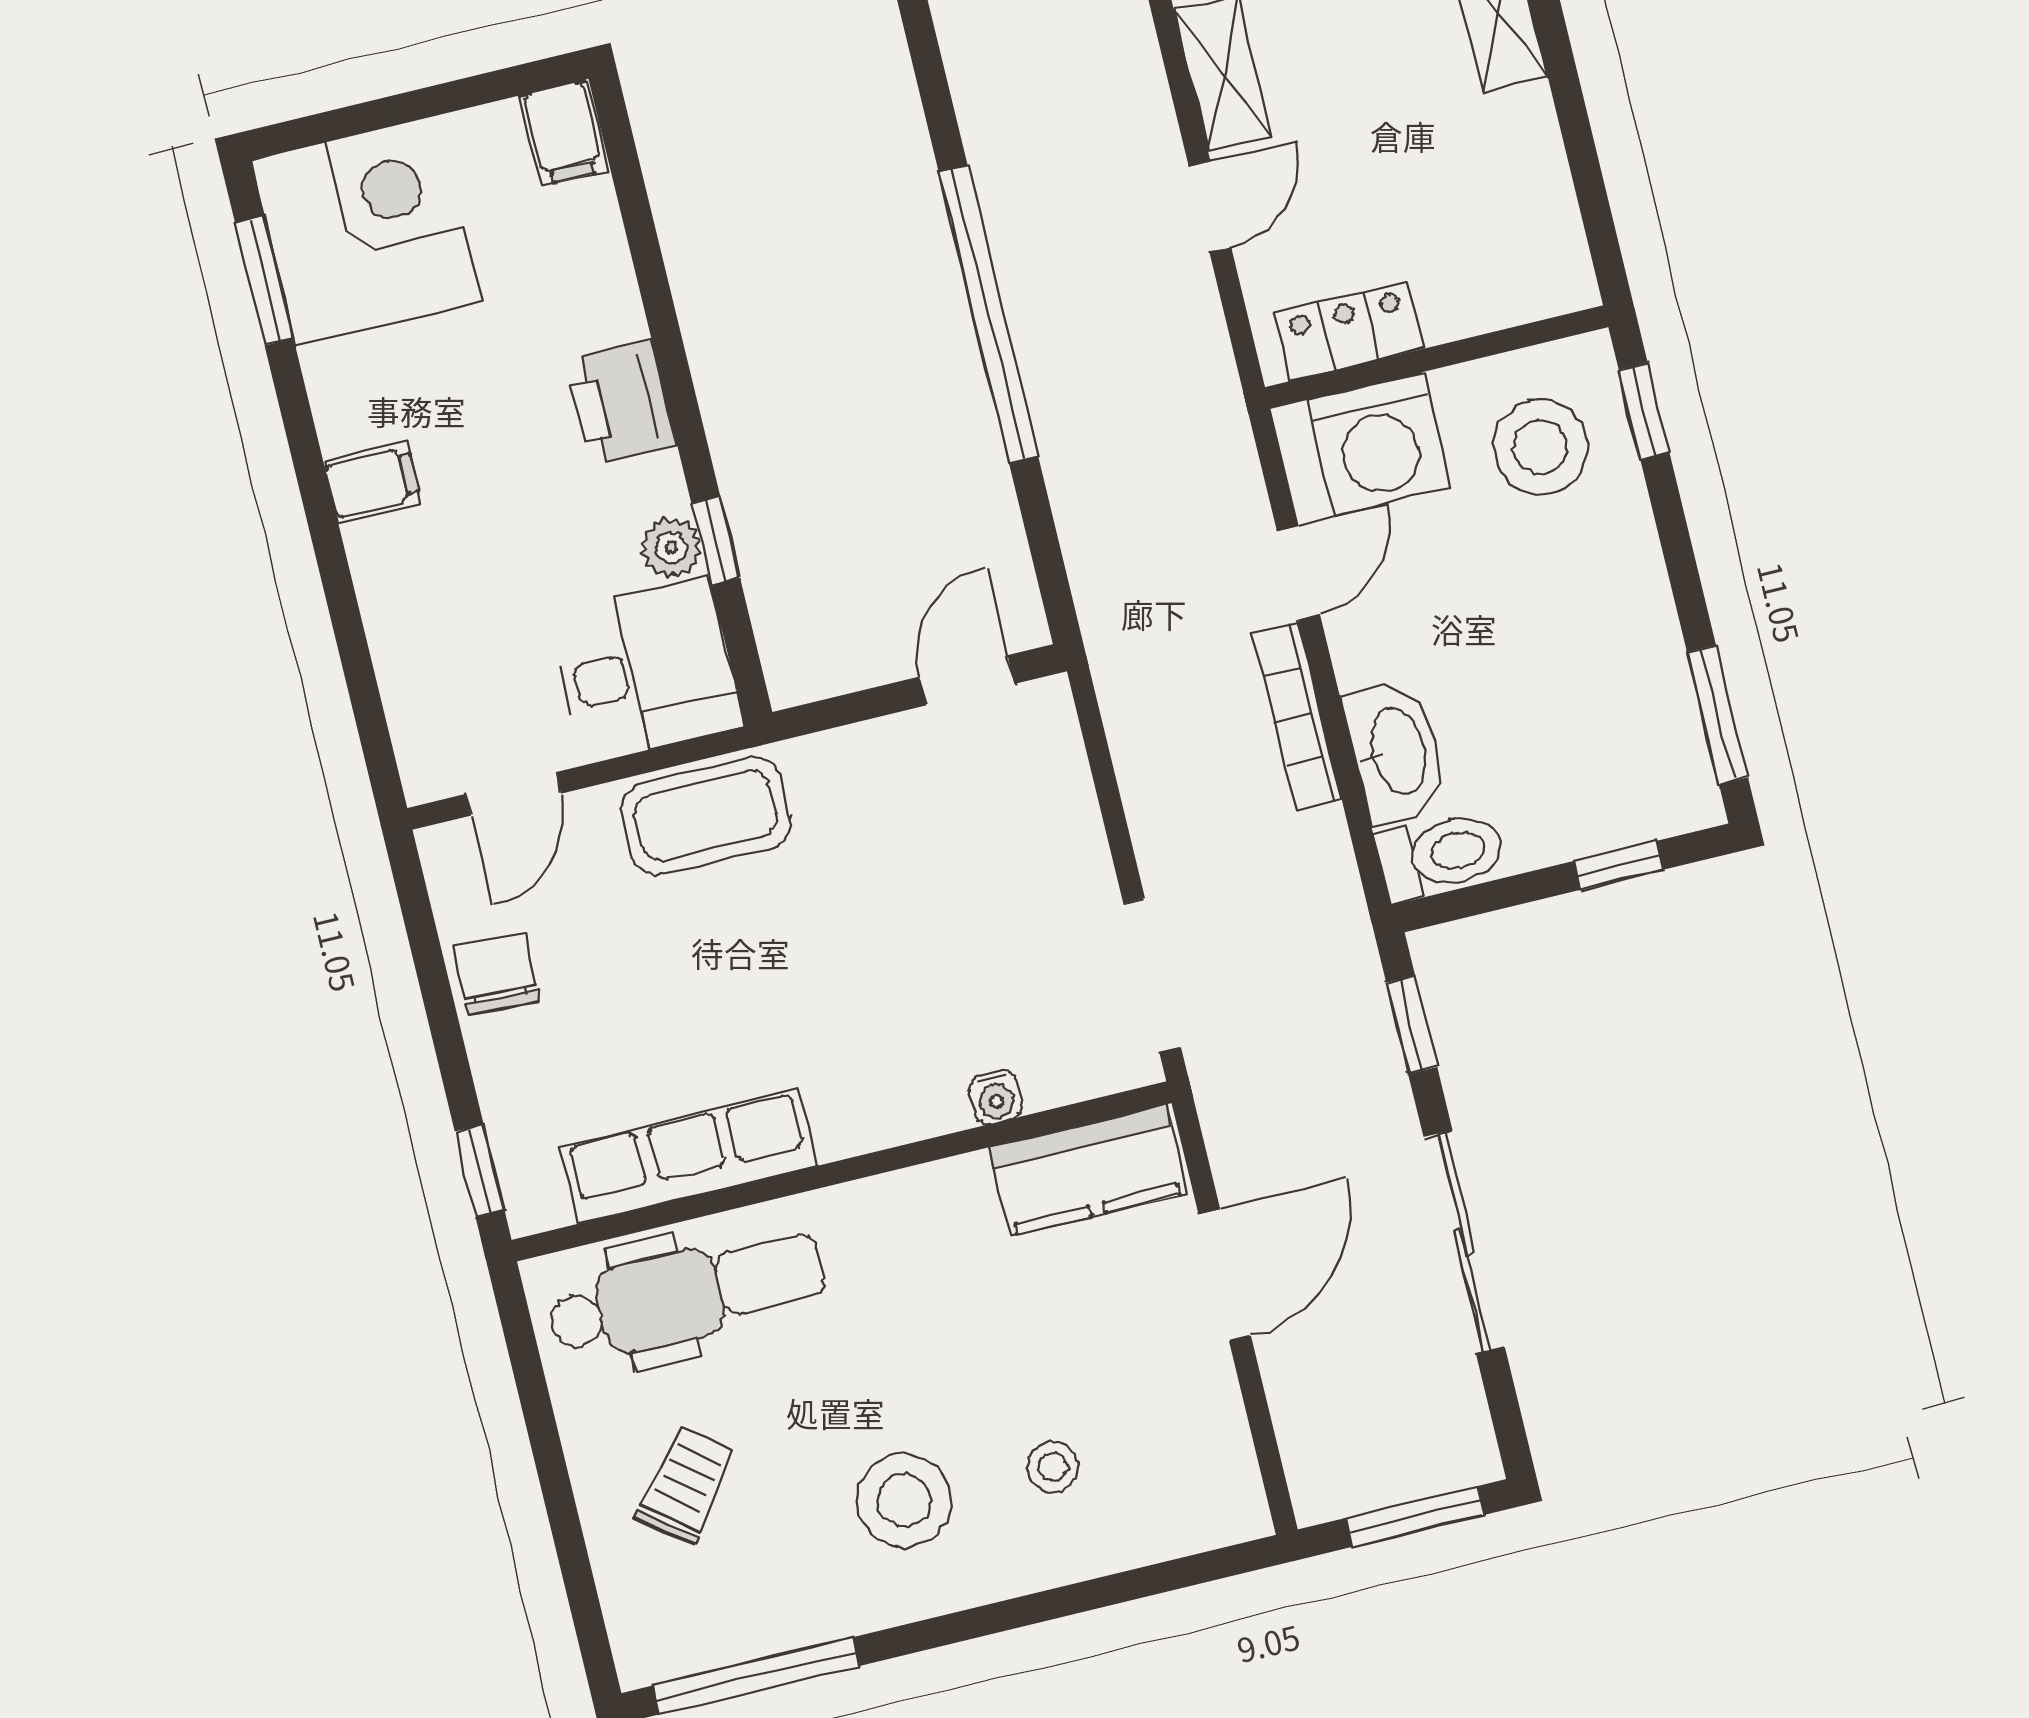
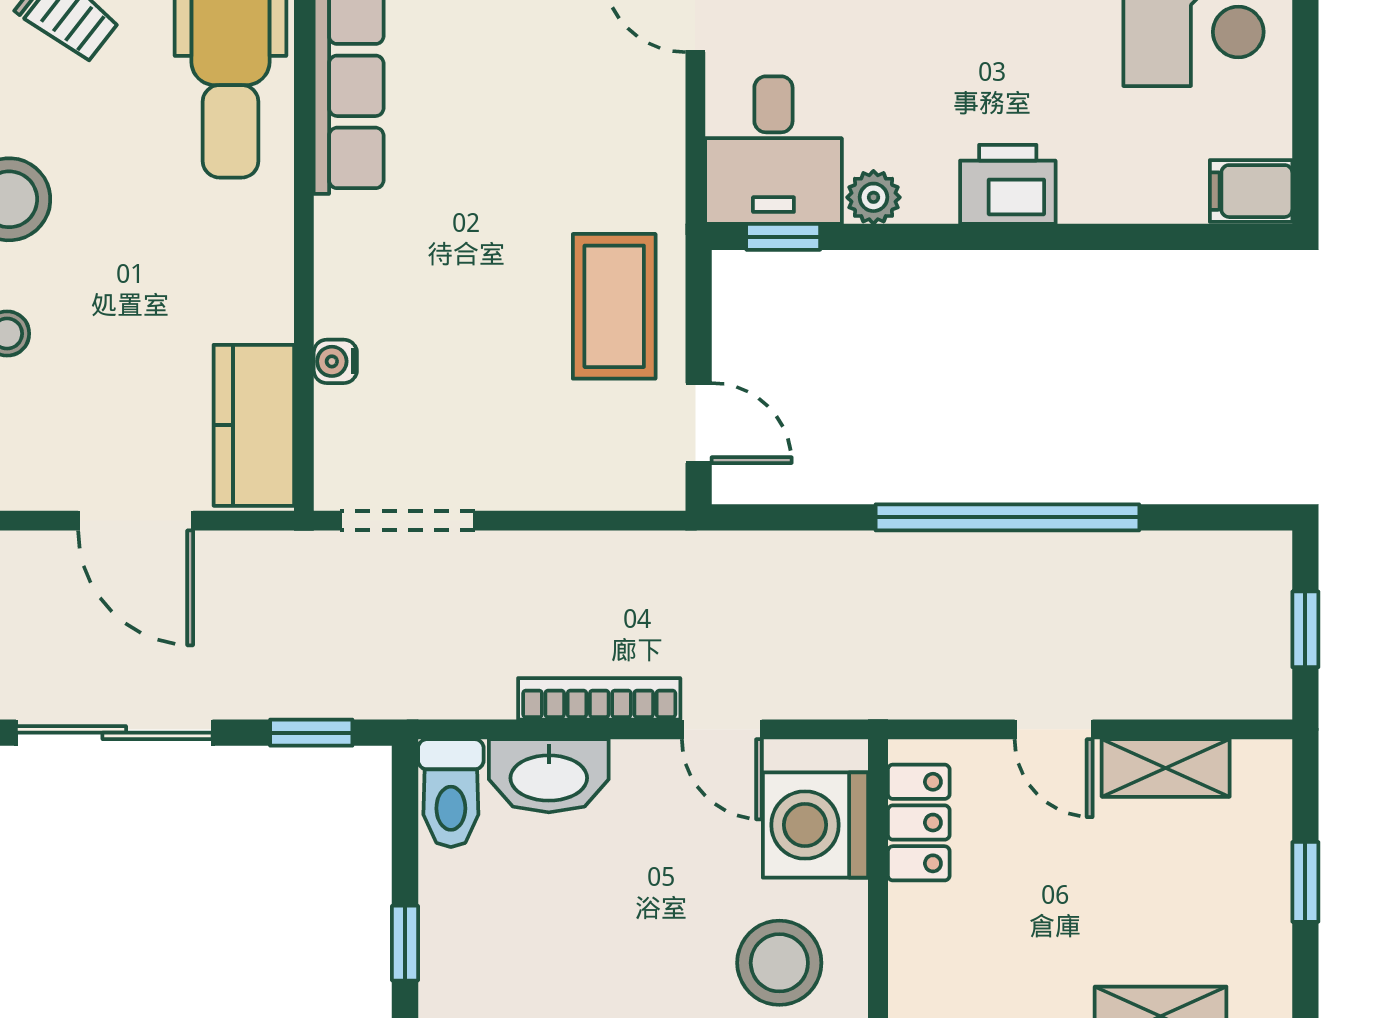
window: (716, 540) -> (783, 237), moved
coffee table: (706, 816) -> (614, 306), moved

